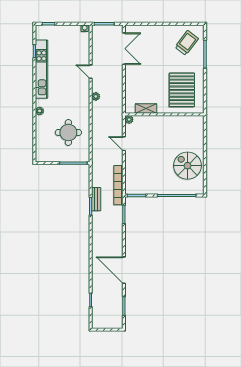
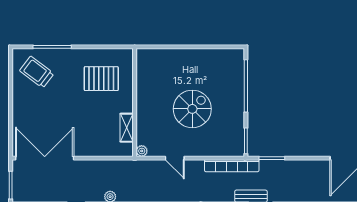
double door: (124, 49) -> (45, 158), width x1.36
pallet: (182, 90) -> (101, 79), width x0.73, depth x0.71
door: (124, 144) -> (175, 158), hinge flipped
spiral stairs: (188, 166) -> (192, 109), moved, turned 180

